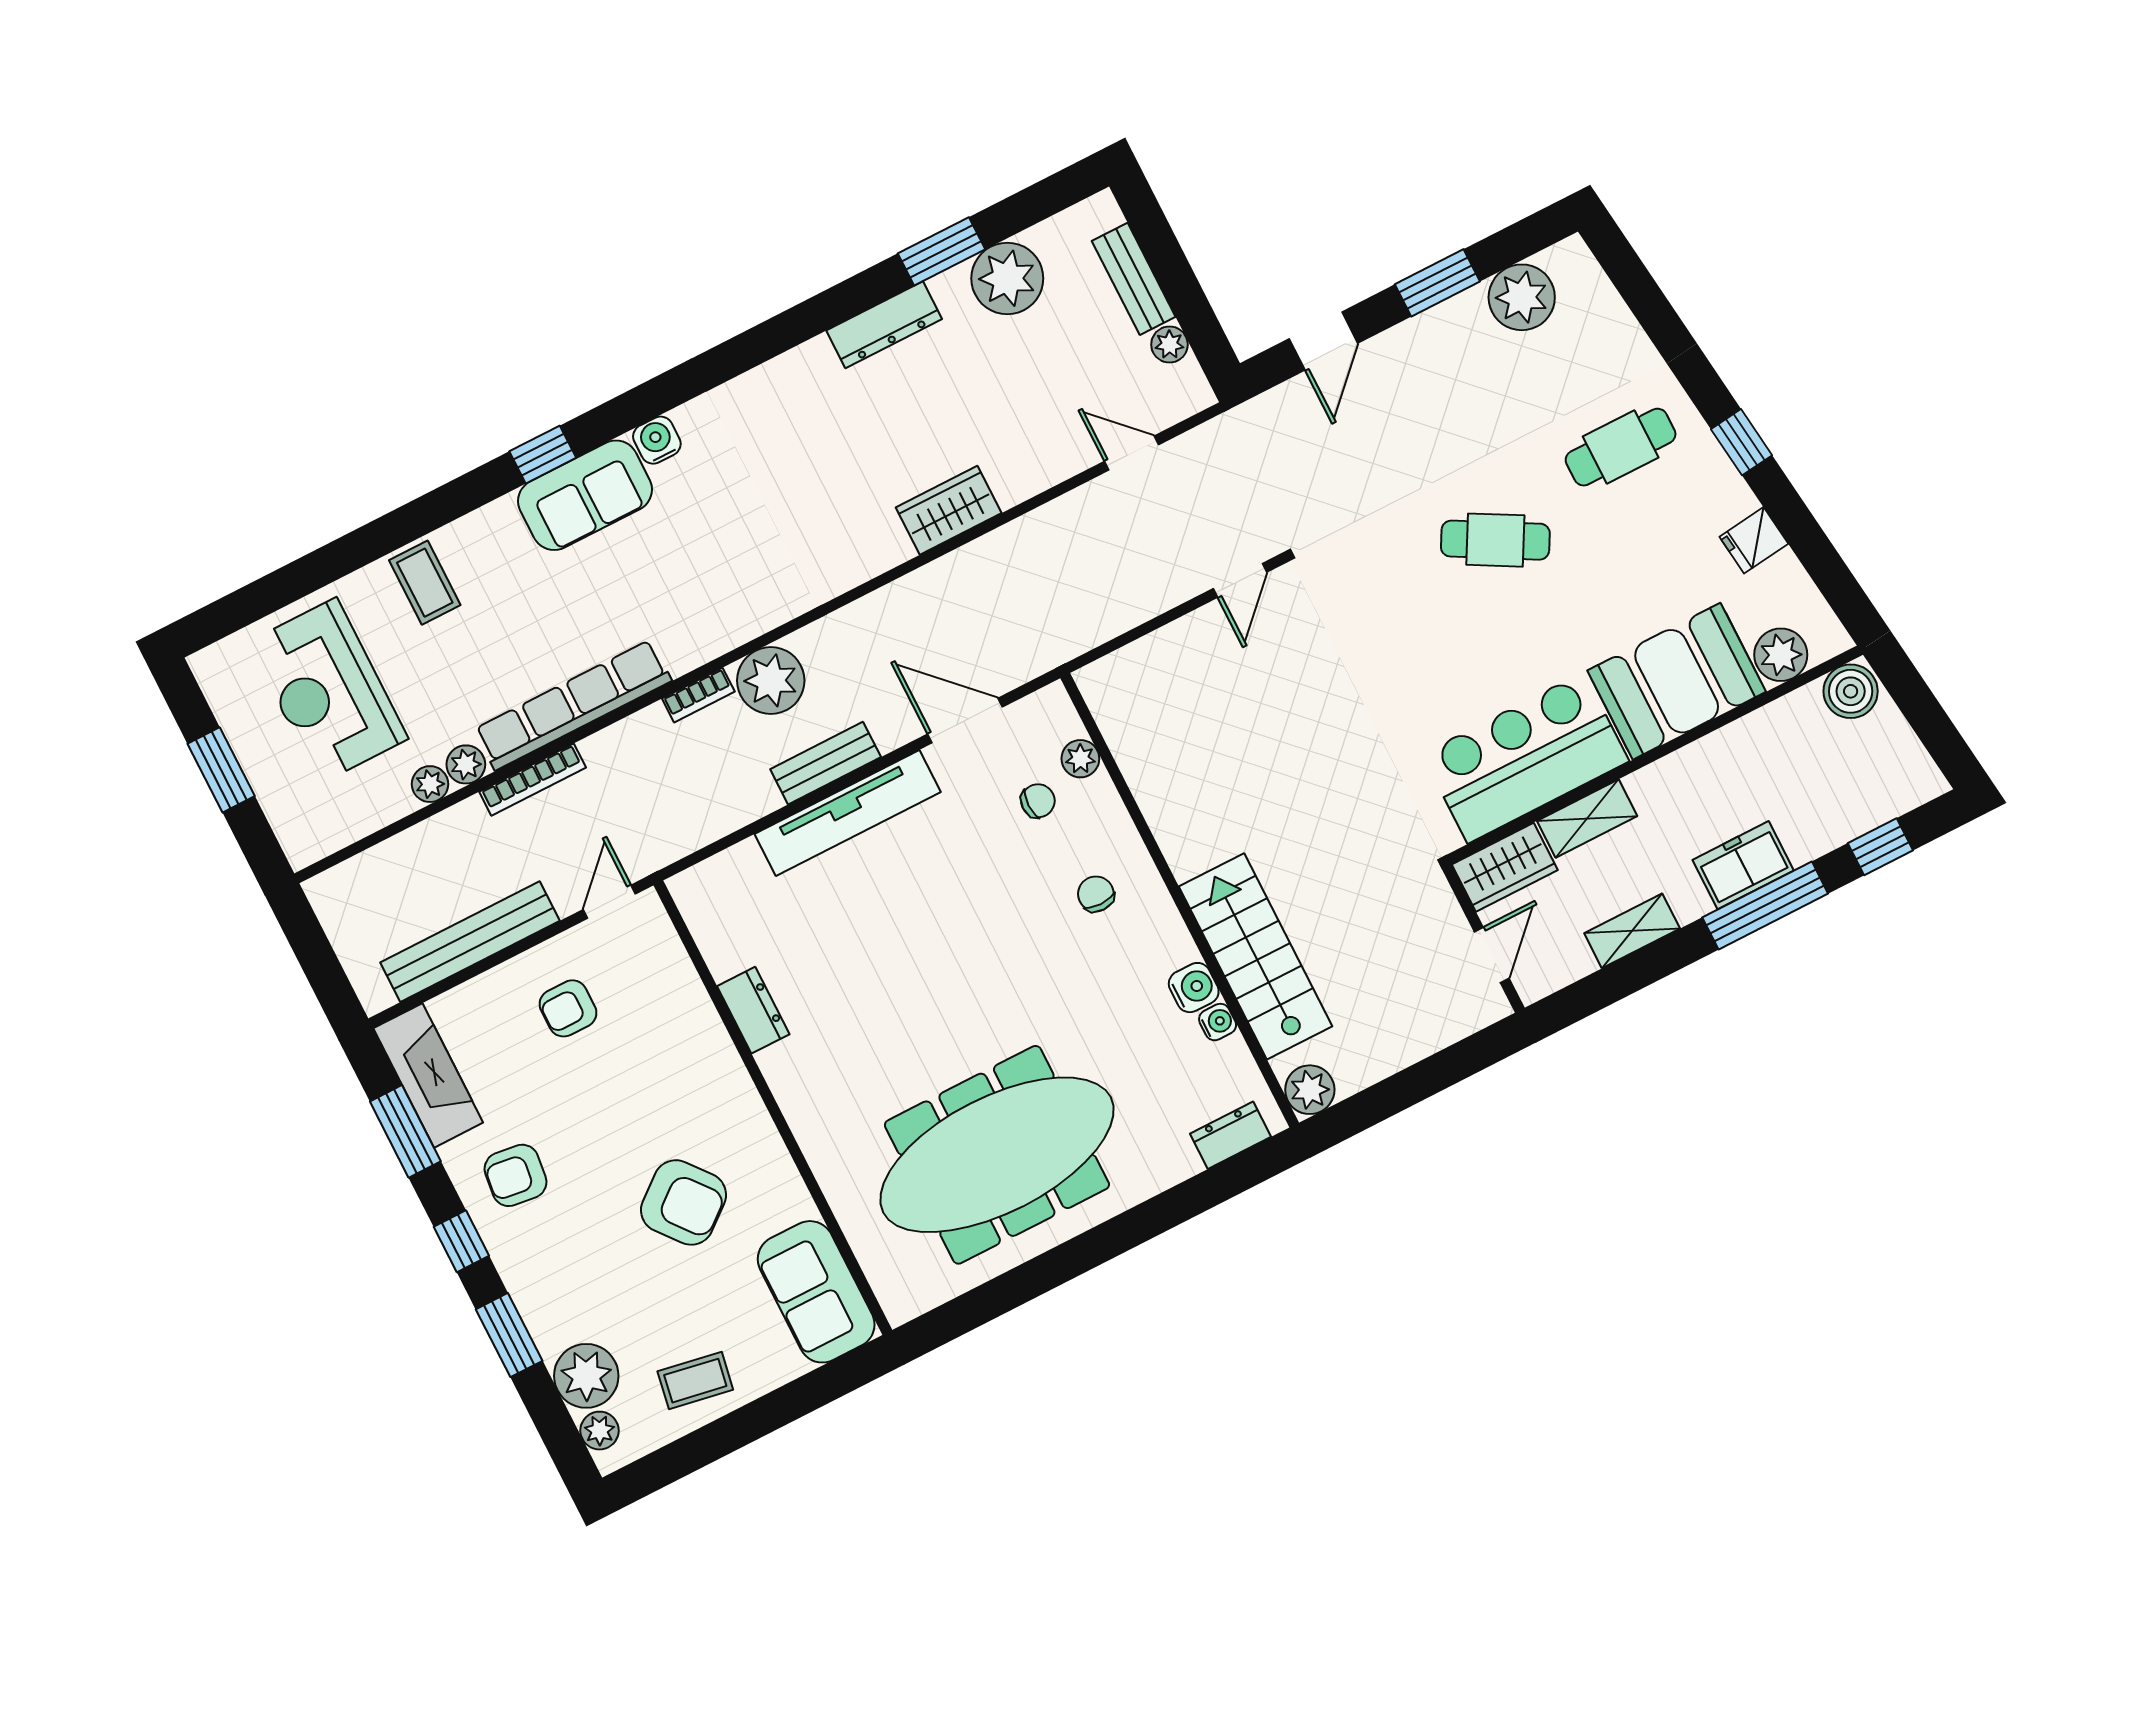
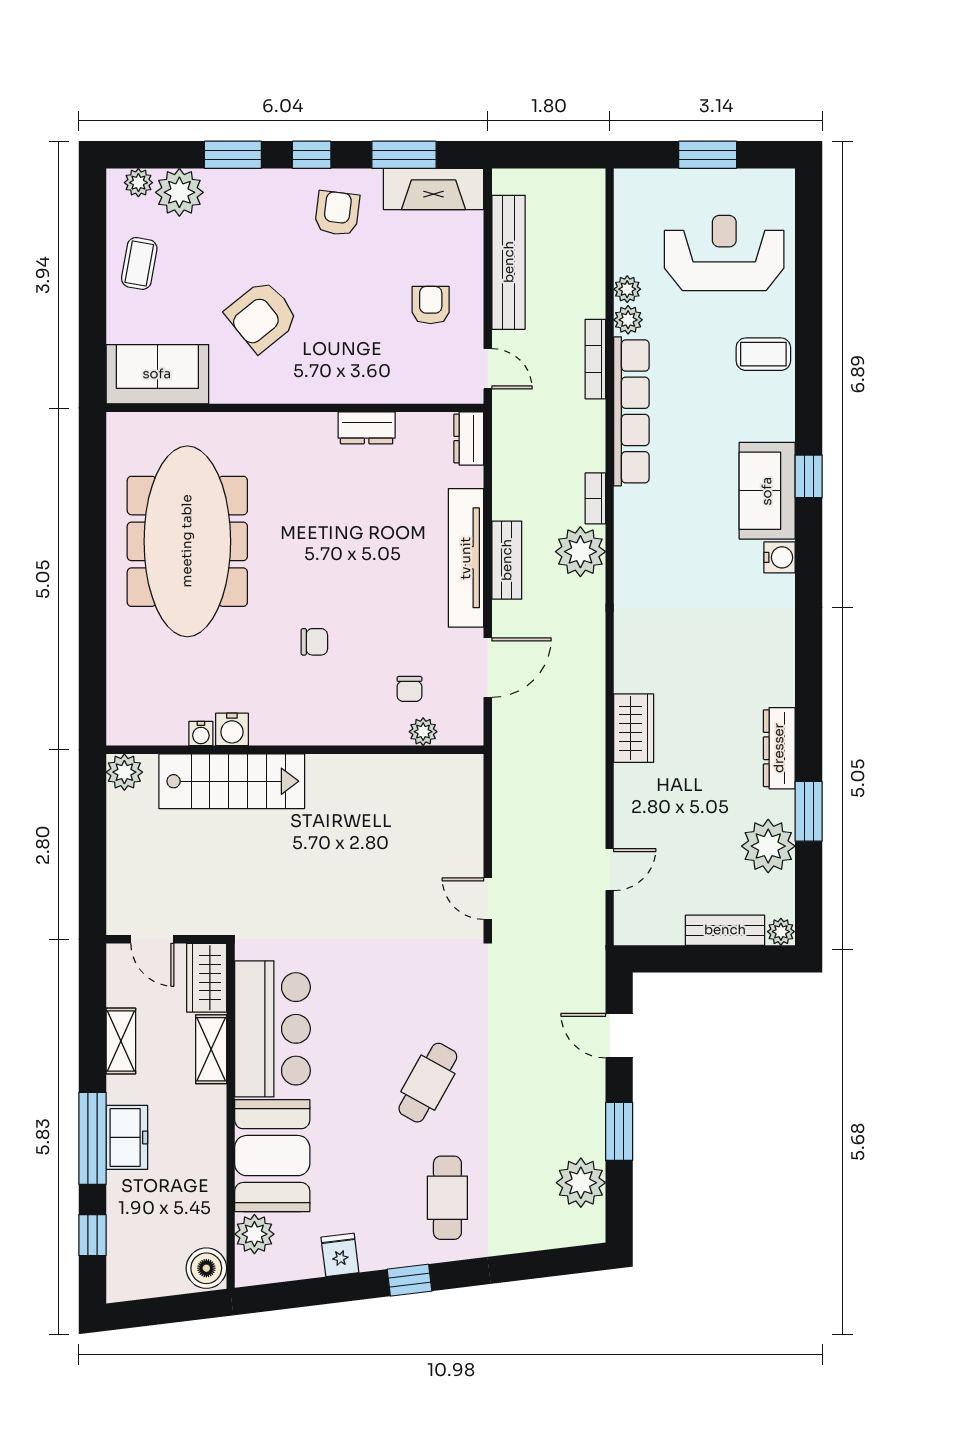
plant: (1169, 345) -> (781, 932), moved
chair: (1096, 894) -> (314, 642), moved
dresser: (1230, 1135) -> (469, 439), moved, turned 180

